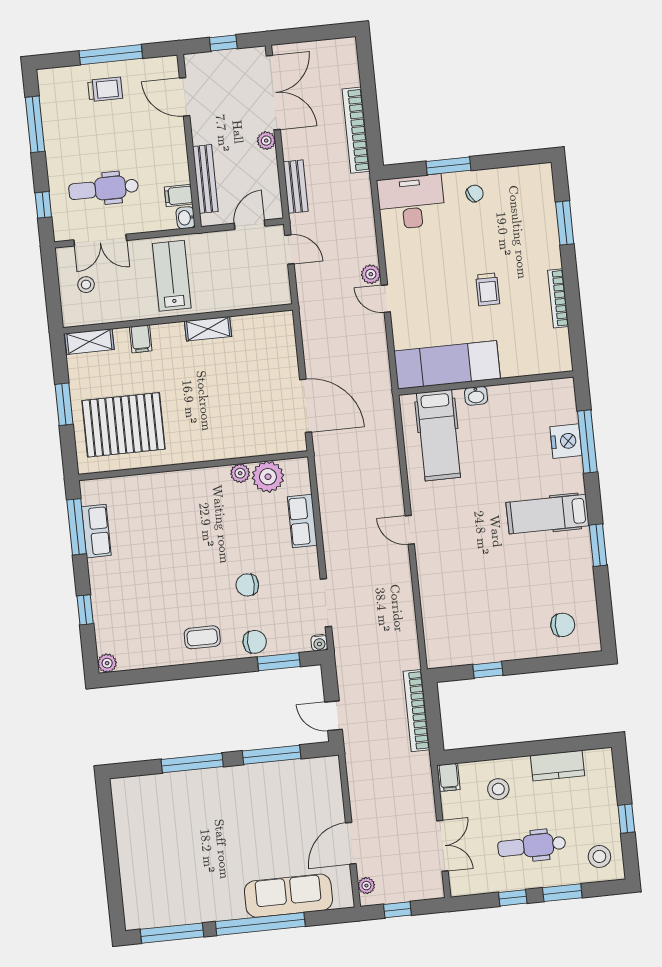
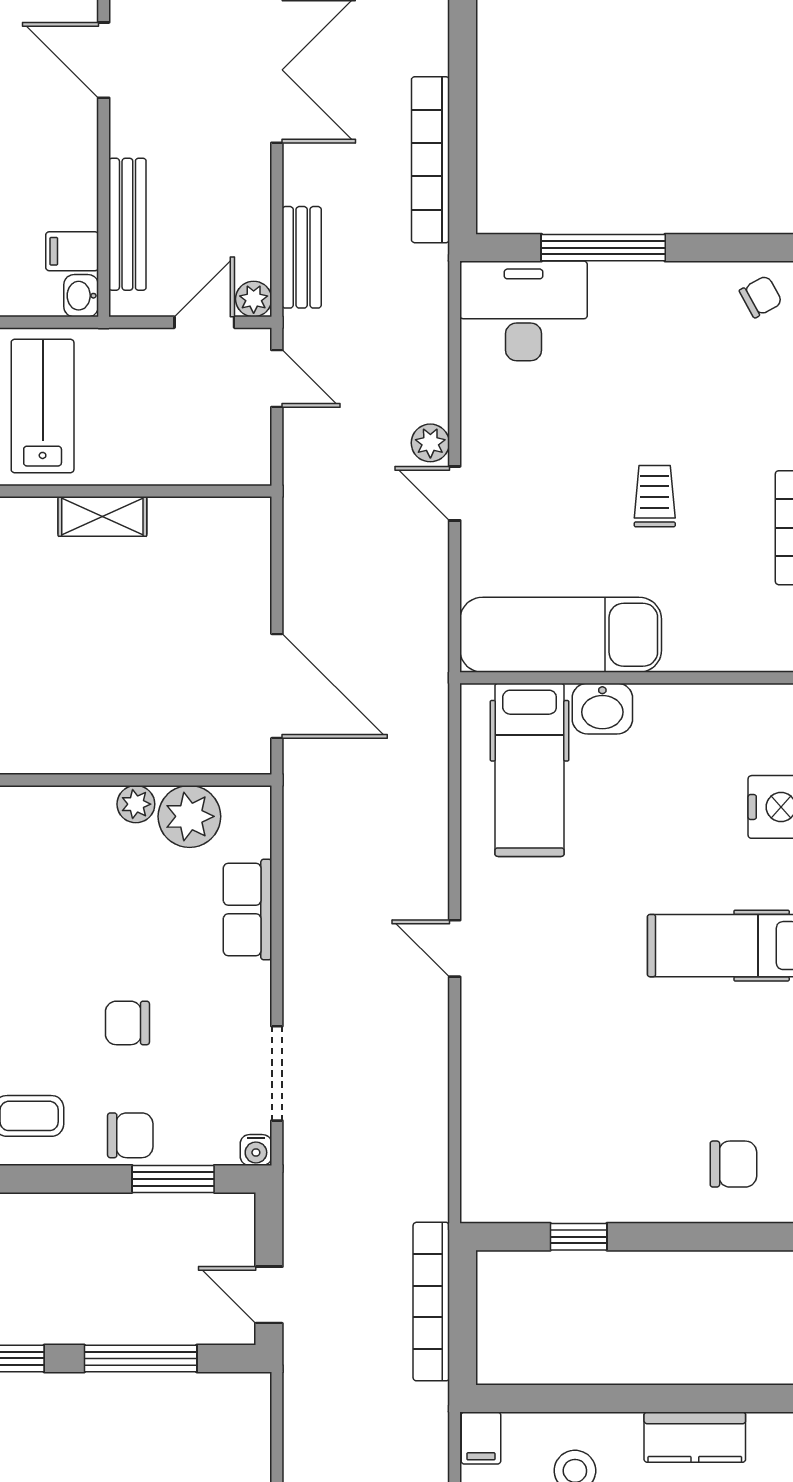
plant: (266, 141) -> (254, 299), moved
window: (448, 166) -> (603, 248), width x1.44
chair: (475, 193) -> (761, 297), moved
trolley: (488, 289) -> (655, 496), turned 180
washbasin: (476, 396) -> (602, 709), width x1.38, depth x1.45

